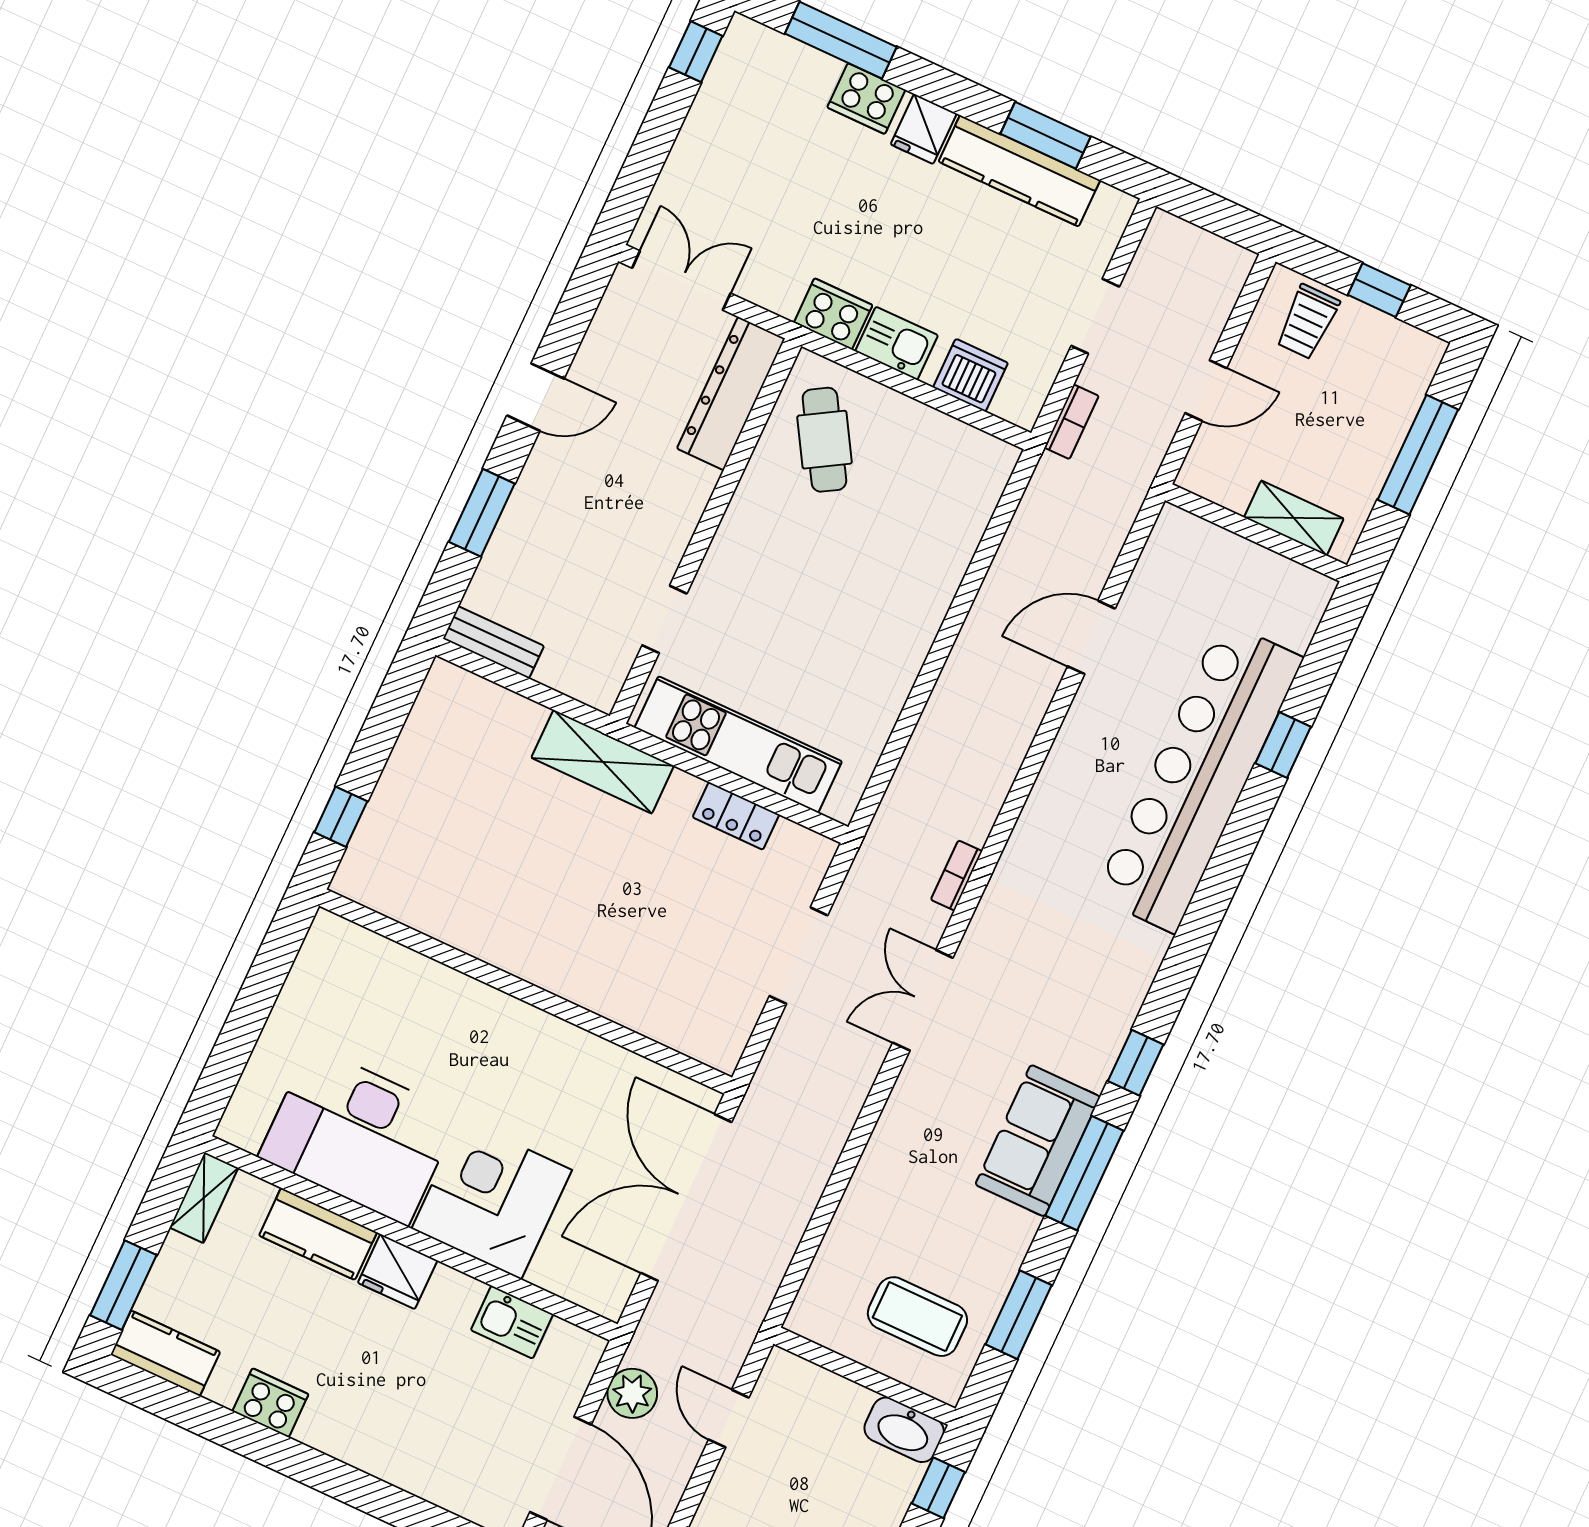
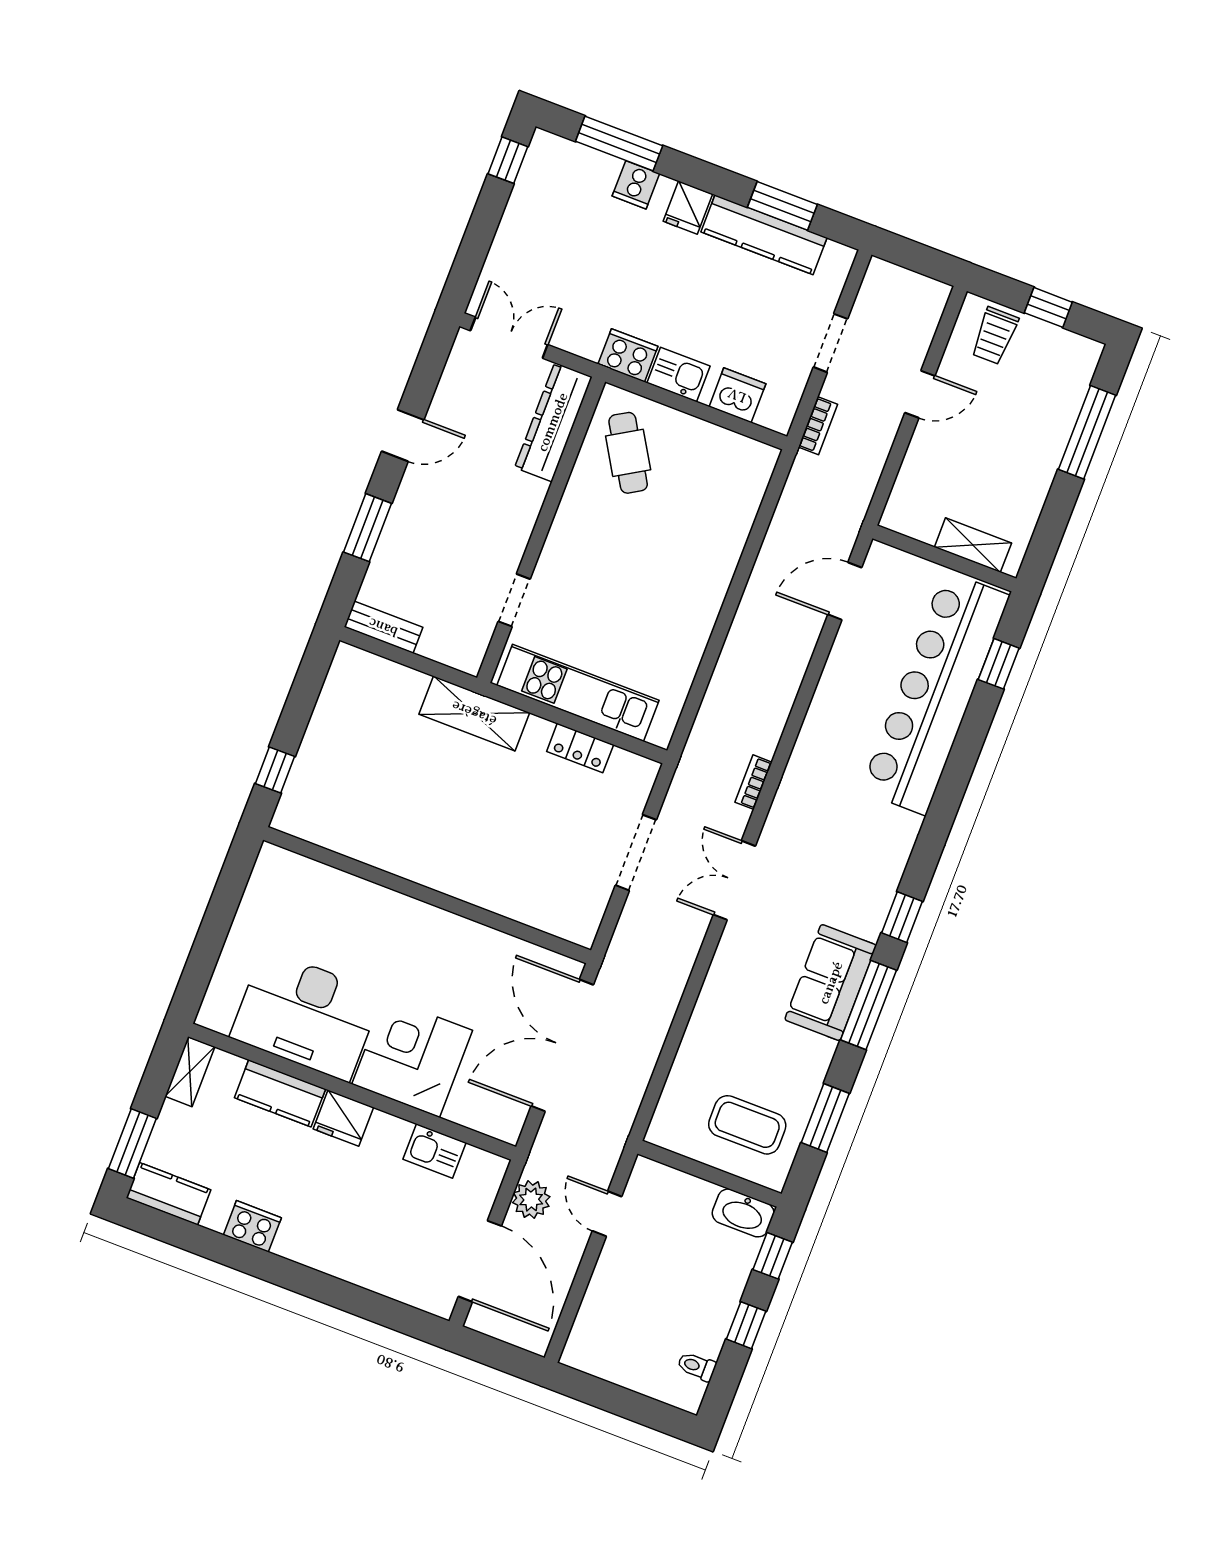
cooker: (866, 99) -> (636, 185), width x0.73
shelving: (1294, 518) -> (973, 545), moved
wall: (1256, 533) -> (944, 558), moved

